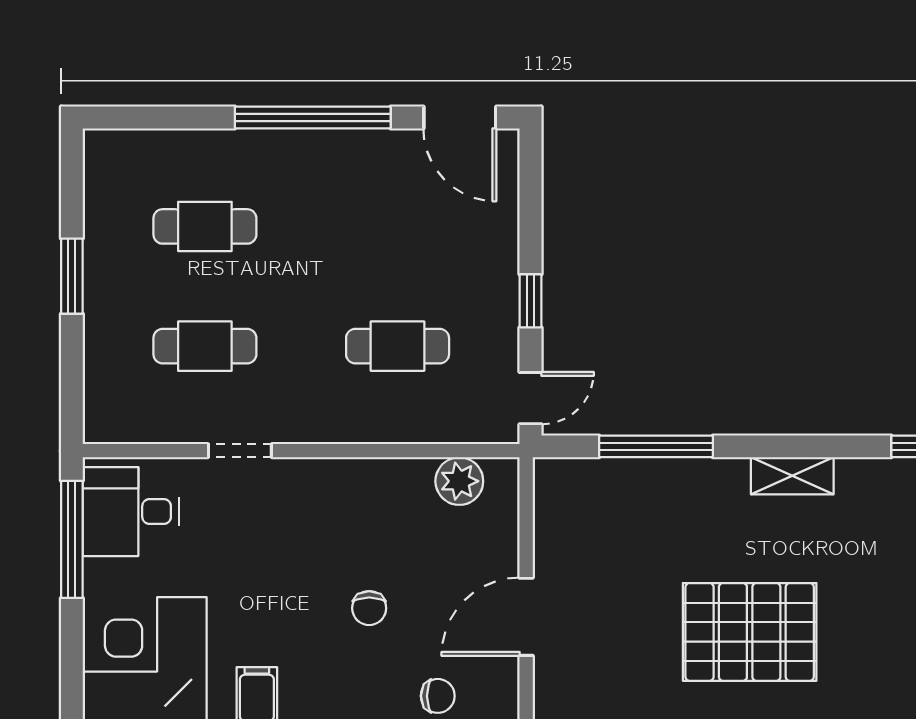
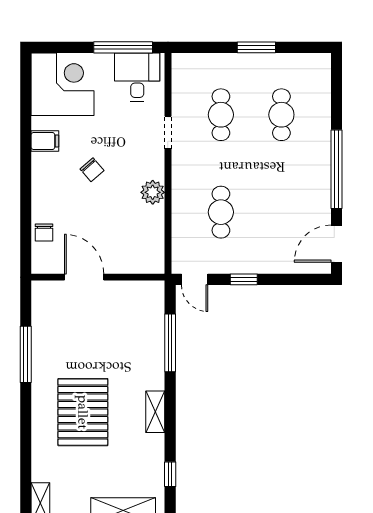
plant: (459, 481) -> (153, 192), moved
chair: (369, 608) -> (92, 170), moved, turned -131
pallet: (750, 632) -> (83, 412), moved

